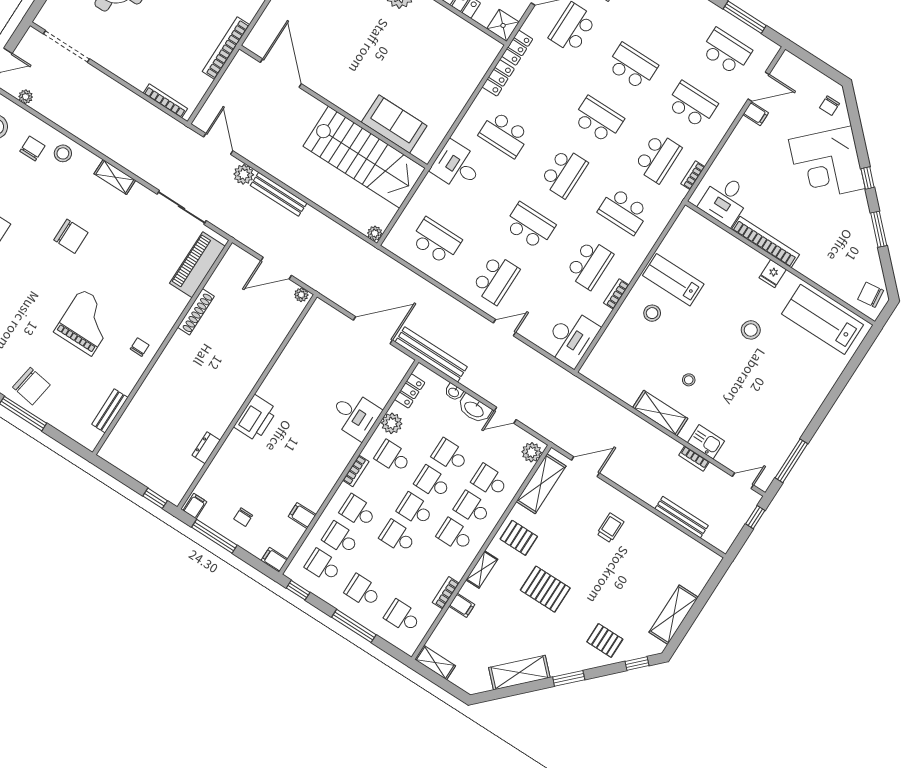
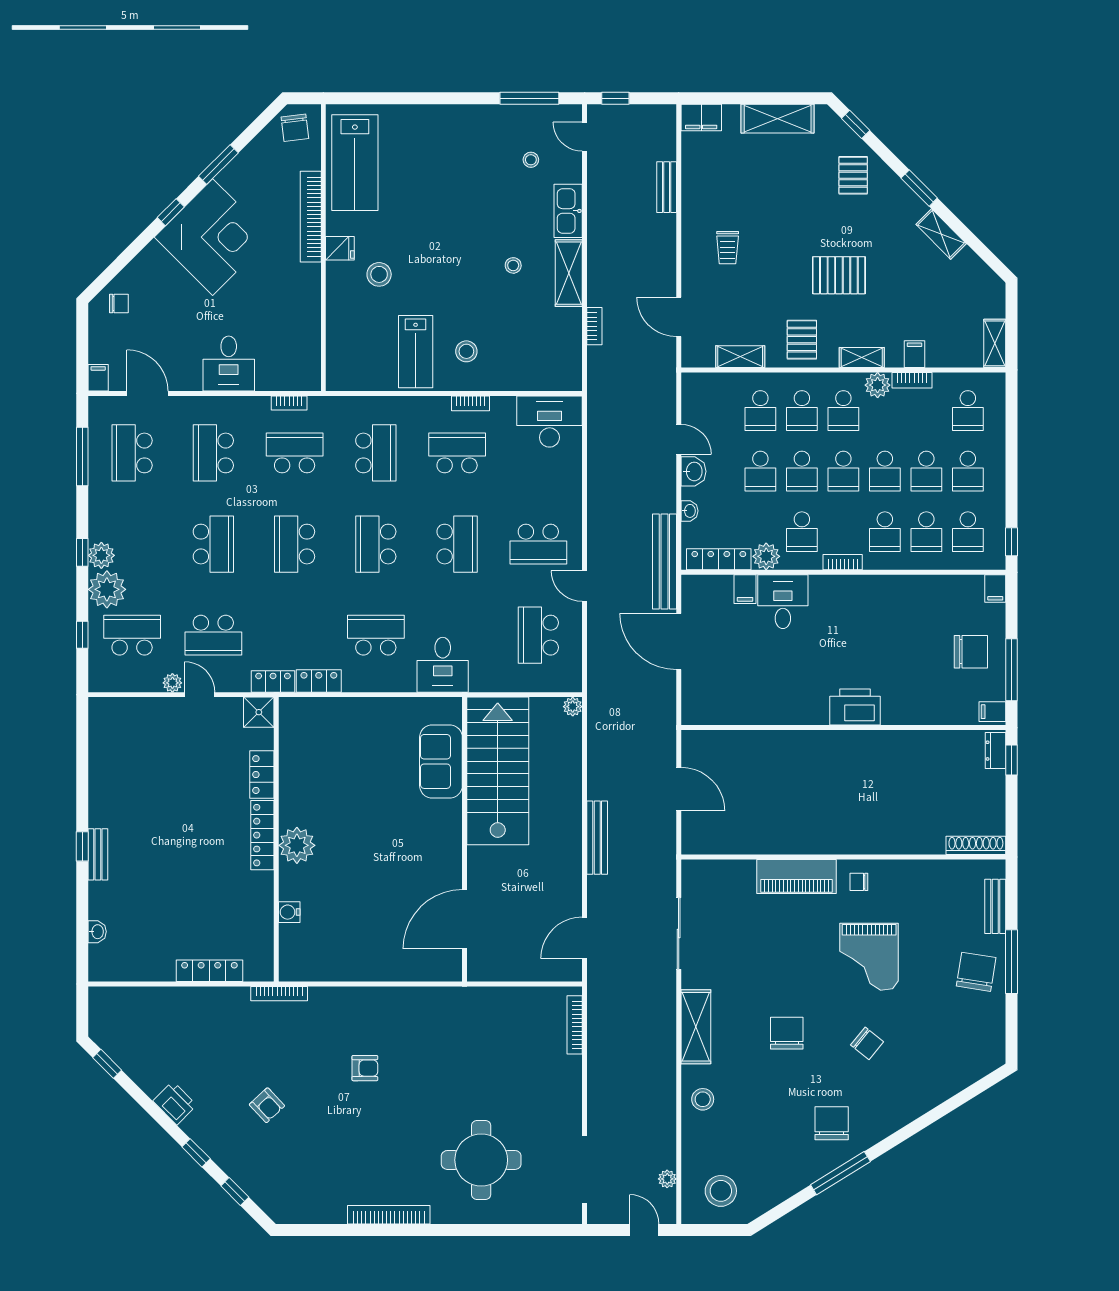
bookcase: (226, 48) -> (476, 996), removed
school desk: (632, 66) -> (213, 544), turned 180
filing cabinet: (756, 114) -> (98, 378), moved
school desk: (504, 134) -> (376, 635), turned -90
chair: (32, 149) -> (867, 1043), moved, turned -141
corner desk: (827, 164) -> (213, 237), moved
school desk: (564, 173) -> (376, 544), turned -90
plant: (244, 174) -> (600, 889), removed
shelving: (115, 177) -> (696, 1027), width x1.50, depth x1.33
desk: (725, 200) -> (229, 363), moved, turned 90
school desk: (530, 226) -> (457, 544), turned 180
bookcase: (765, 242) -> (311, 217), moved
piano: (197, 265) -> (797, 877), moved
school desk: (496, 279) -> (538, 544), turned 180
plant: (301, 295) -> (690, 743), removed
shoe rack: (196, 312) -> (976, 845), moved
grand piano: (86, 322) -> (869, 957), turned -90
door: (505, 328) -> (585, 586), moved
stool: (751, 330) -> (379, 274), moved
locker: (410, 391) -> (719, 559), width x1.53
washbasin: (474, 409) -> (694, 471), width x0.72
bench: (110, 411) -> (995, 906), moved, turned 90
stool: (750, 436) -> (531, 160), added
kitchen sink: (706, 442) -> (568, 211), width x1.38
dresser: (206, 448) -> (996, 751), moved, turned 90
plant: (532, 452) -> (878, 385), moved
bookcase: (694, 458) -> (594, 326), moved
shelving: (541, 484) -> (740, 357), width x0.67, depth x0.75
filing cabinet: (302, 516) -> (745, 589), moved
chair: (243, 517) -> (971, 652), width x1.87, depth x1.87
bench: (682, 517) -> (667, 187), width x0.73
trolley: (610, 528) -> (728, 248), turned -90
school desk: (380, 564) -> (926, 471), added
filing cabinet: (707, 565) -> (701, 118), added
pallet: (545, 589) -> (839, 275), turned 90
window: (354, 626) -> (1012, 457), removed
shelving: (519, 673) -> (941, 234), width x0.67, depth x0.75

